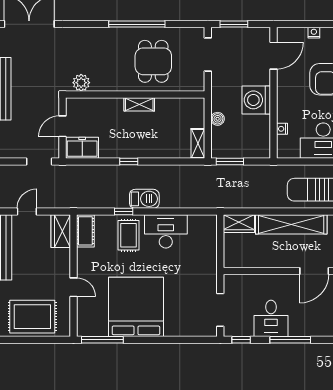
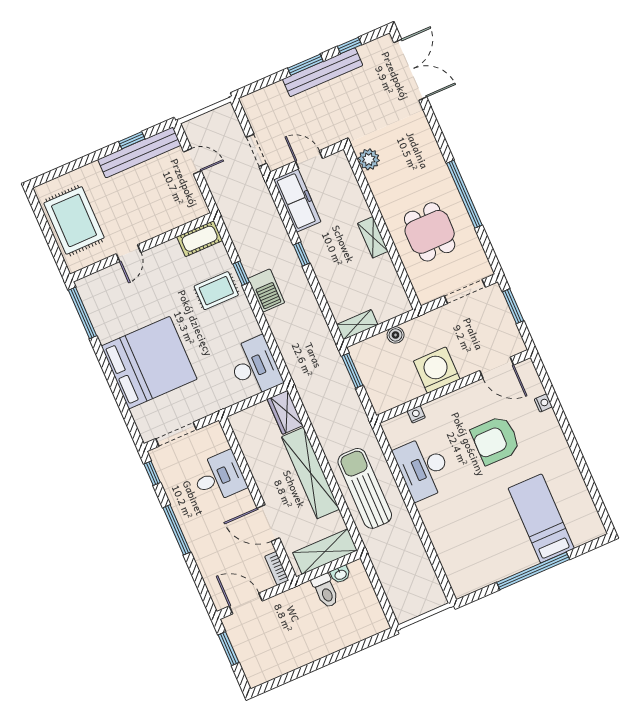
dining table: (153, 61) -> (430, 232), turned 90
freezer: (82, 148) -> (297, 201), width x1.40
wardrobe: (61, 231) -> (187, 210), removed
desk: (166, 231) -> (255, 367), moved
bed: (136, 307) -> (149, 363), moved
desk: (271, 318) -> (219, 477), moved, turned 180

